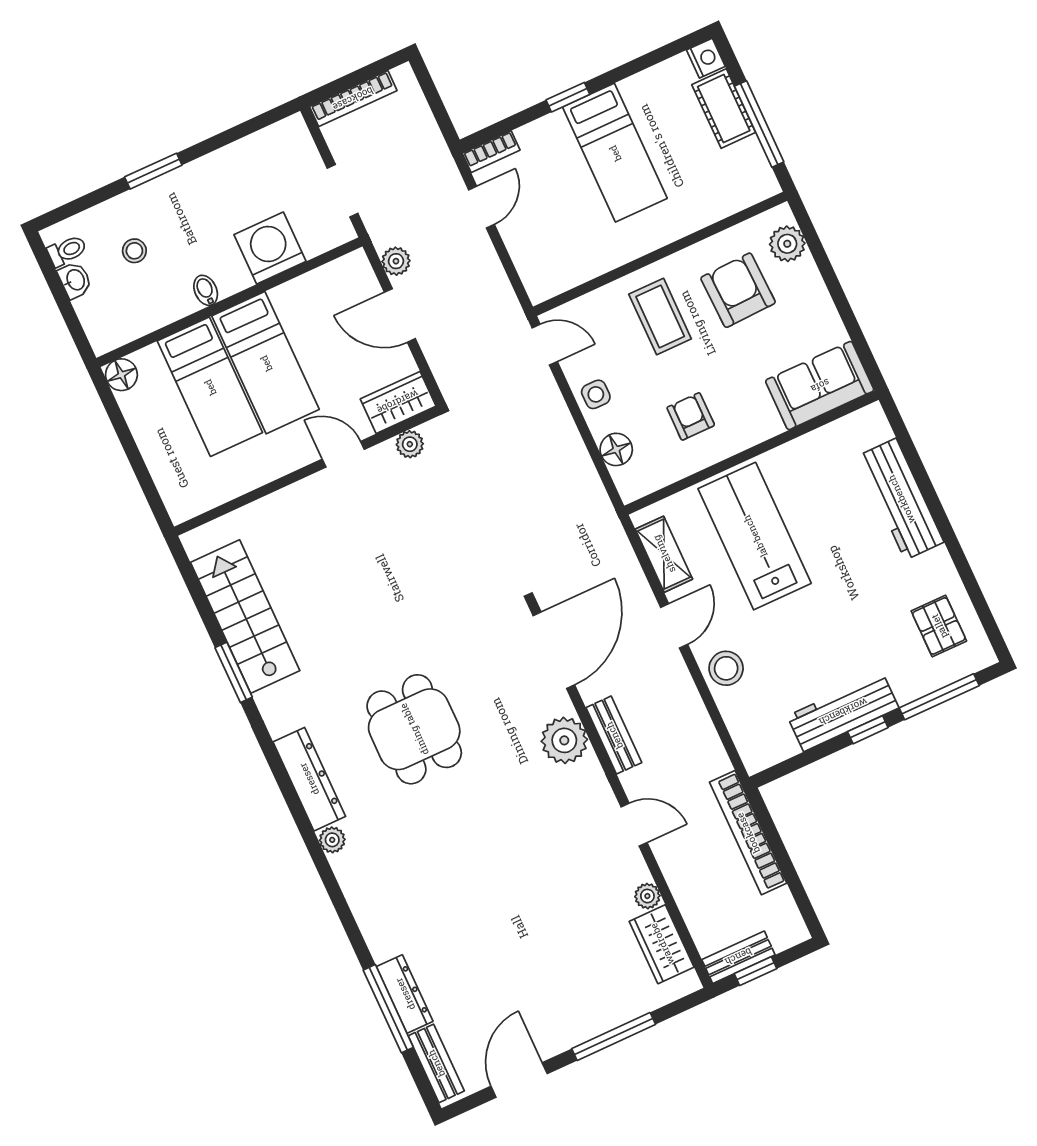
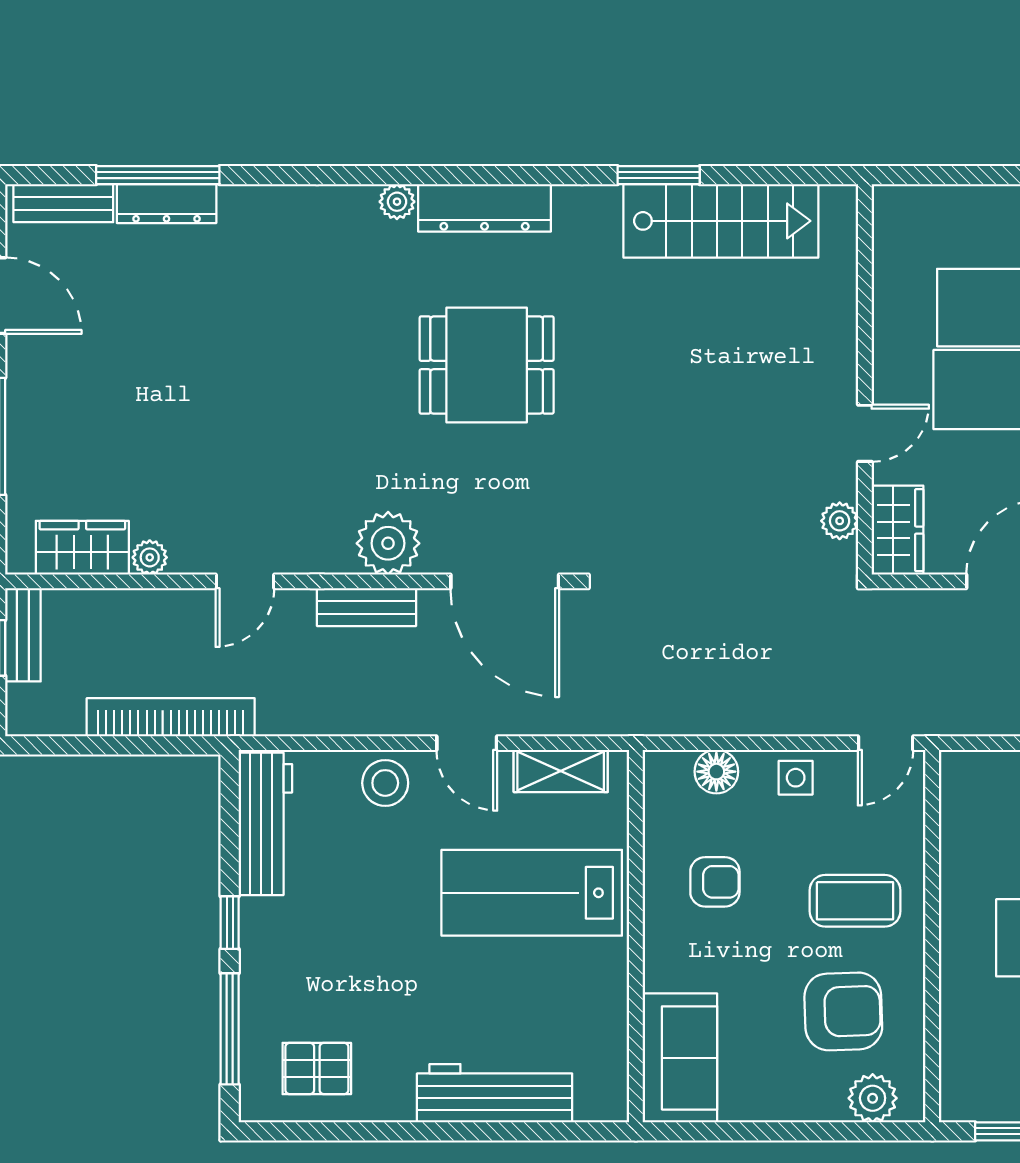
lab bench: (755, 536) -> (532, 893), turned 180
workbench: (843, 712) -> (265, 824), moved

